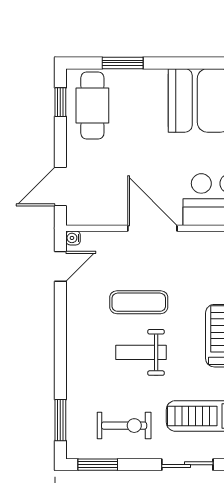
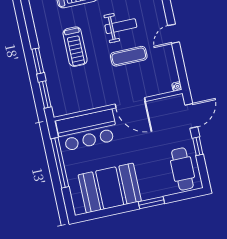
window: (123, 63) -> (151, 203), moved
window: (60, 102) -> (198, 146), moved
door: (60, 266) -> (173, 34), moved

